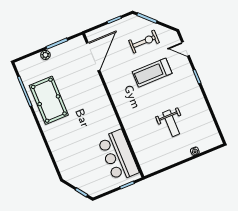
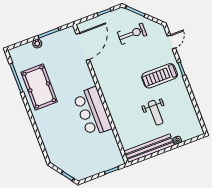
door: (185, 49) -> (171, 42), swing flipped
treadmill: (152, 73) -> (160, 76), moved
bar counter: (118, 156) -> (92, 112), moved
bench: (166, 161) -> (149, 148), added

